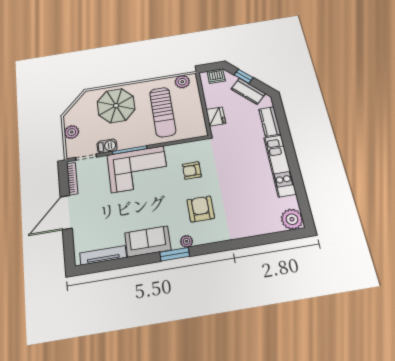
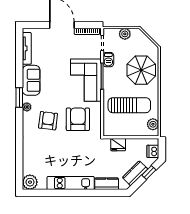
sun lounger: (163, 112) -> (129, 105), turned 180
armchair: (192, 170) -> (78, 119), width x1.88, depth x1.88
armchair: (201, 209) -> (48, 121), turned -83

